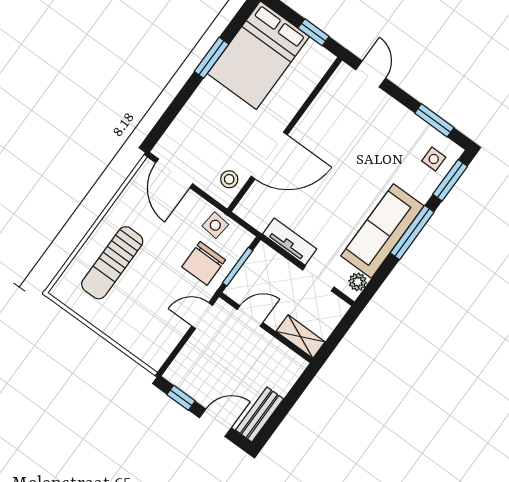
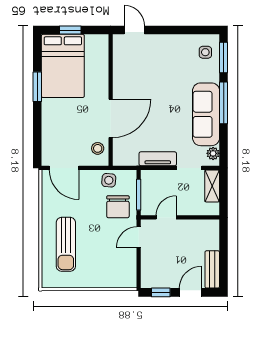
window: (314, 32) -> (70, 30), moved
window: (434, 120) -> (190, 30), removed
shelving: (301, 337) -> (212, 186), moved, turned 90

